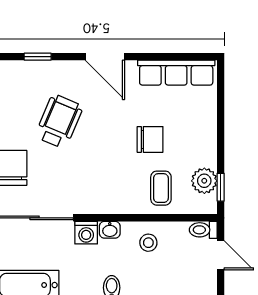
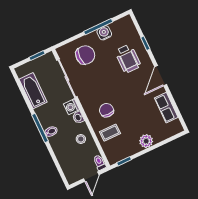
row of seats: (176, 73) -> (166, 108), width x0.68
wheelchair: (59, 121) -> (128, 59), moved, turned 67
chair: (150, 139) -> (107, 110), moved, turned 180
plant: (204, 181) -> (146, 141), moved

